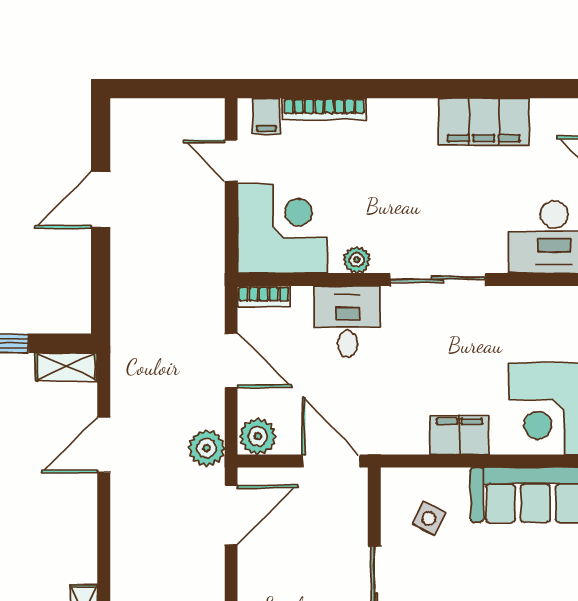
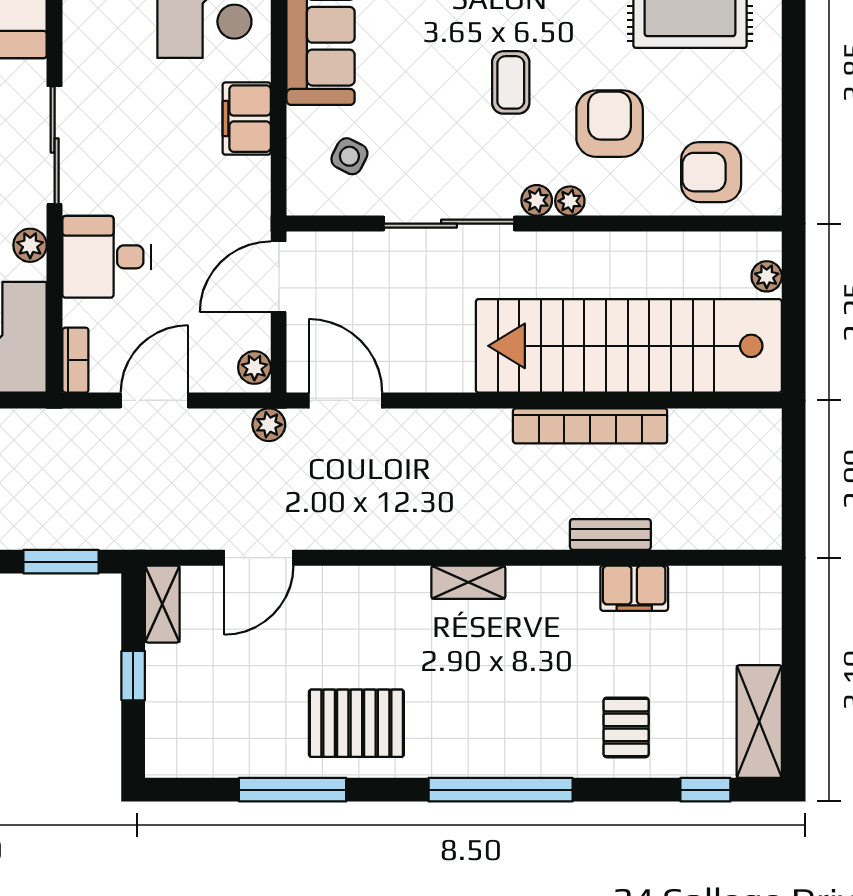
window: (101, 285) -> (61, 562), added
plant: (258, 436) -> (254, 368), width x0.73, depth x0.73
door: (104, 445) -> (259, 558), hinge flipped
plant: (207, 448) -> (269, 425), width x0.73, depth x0.73

